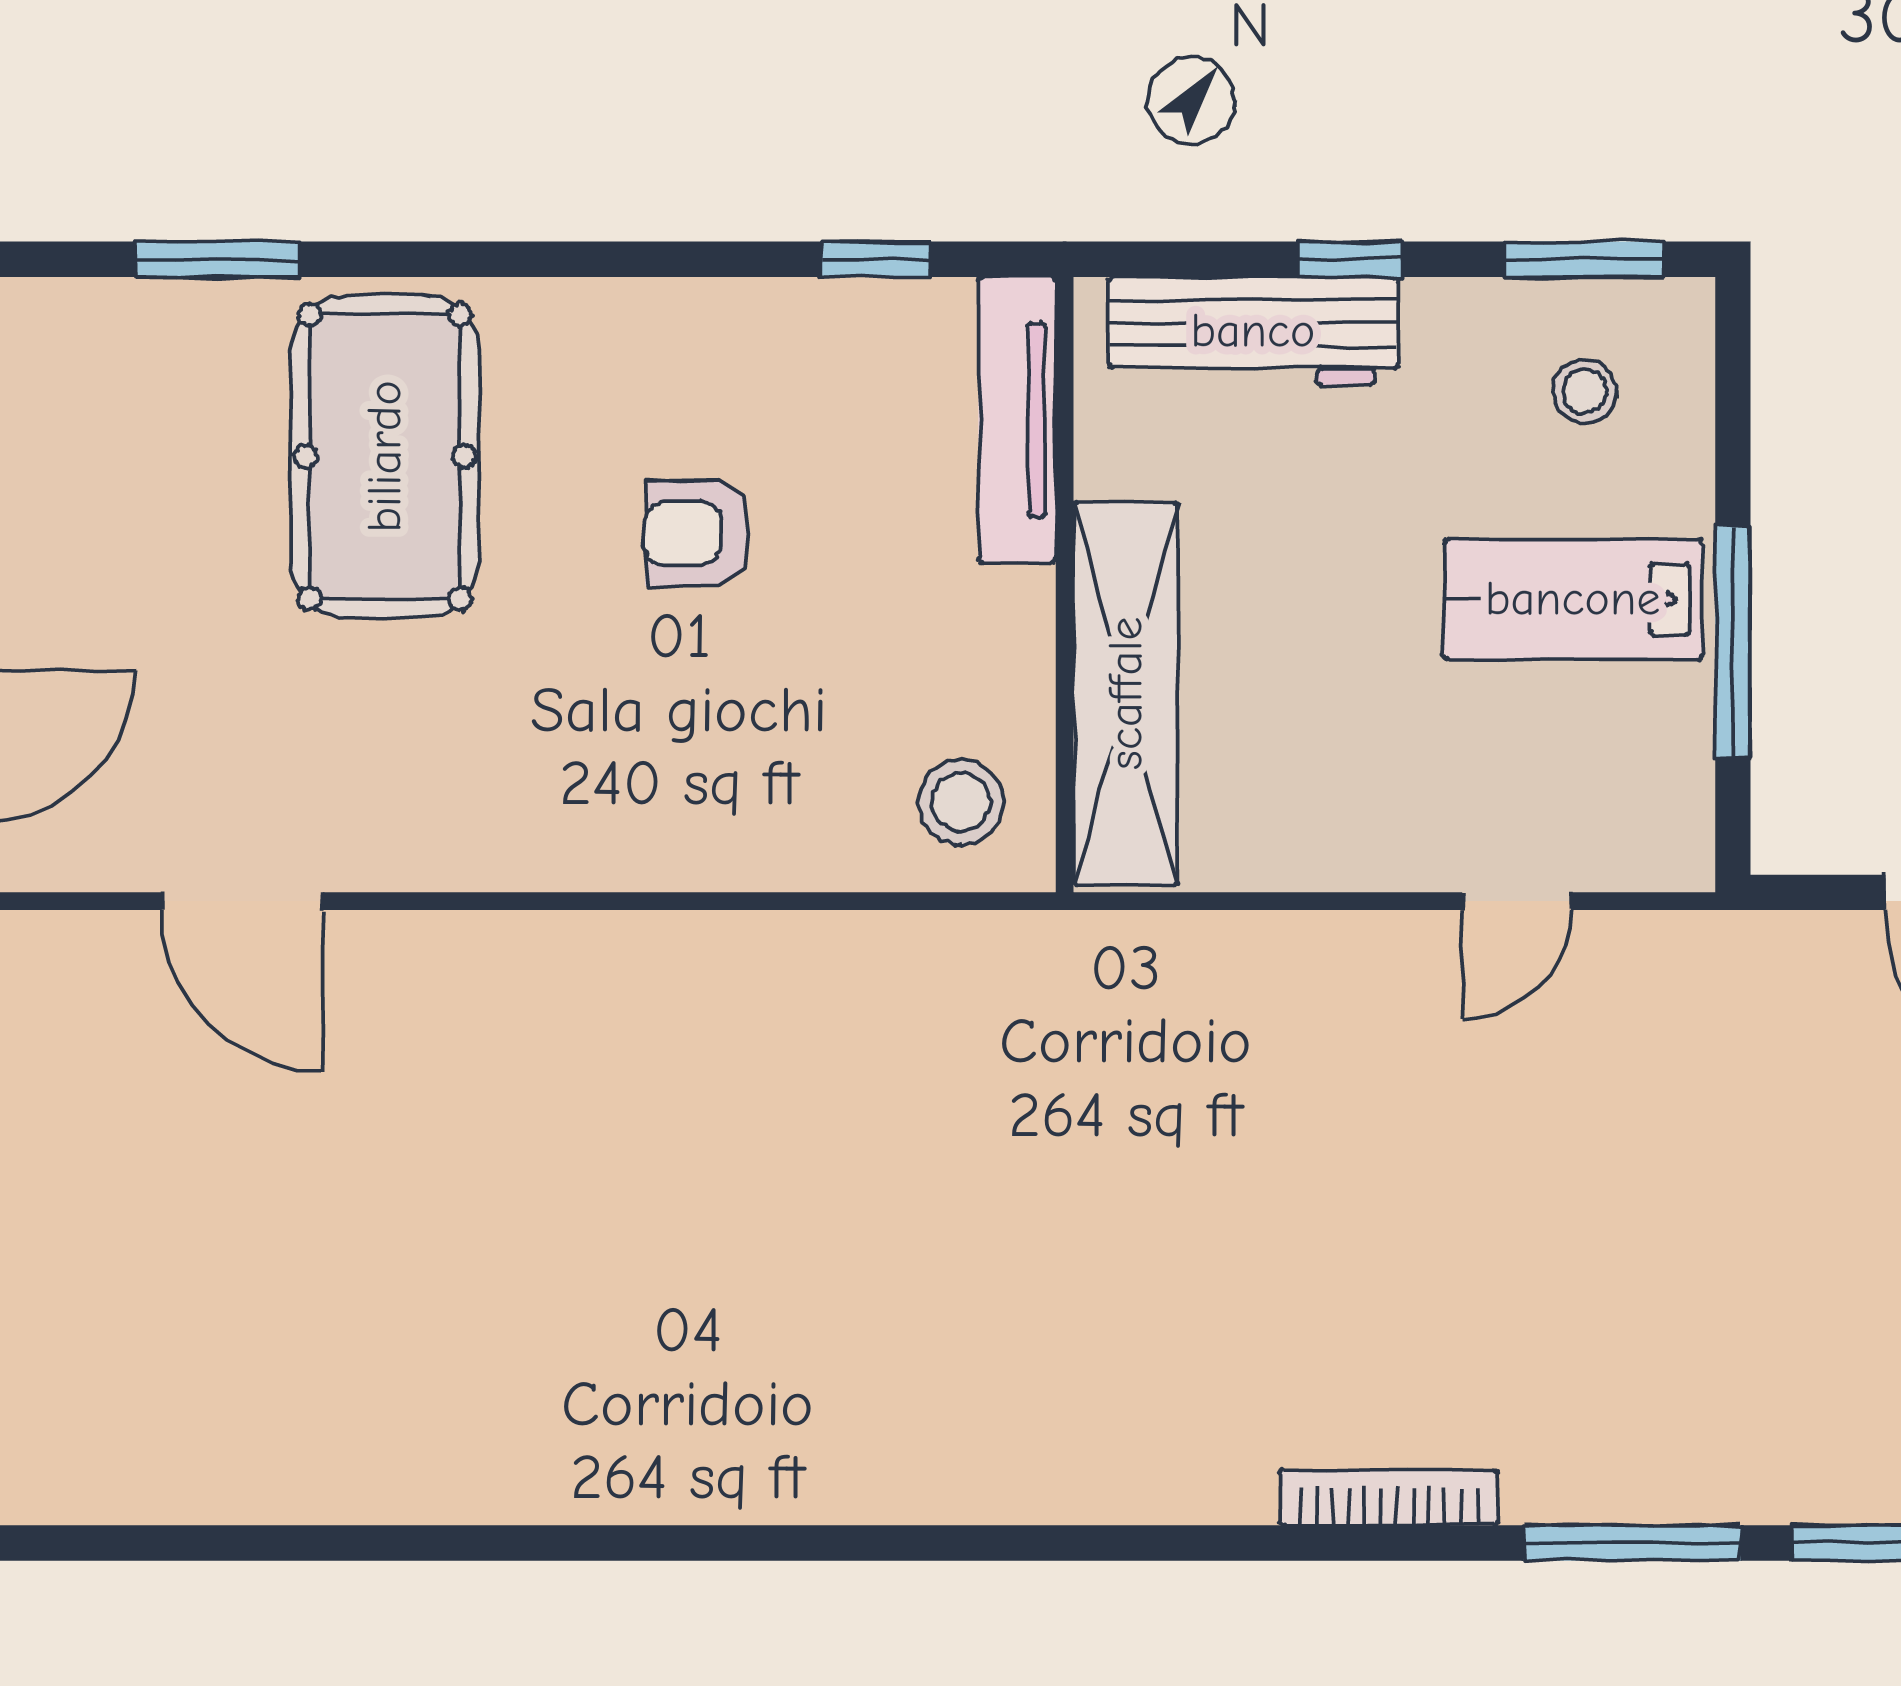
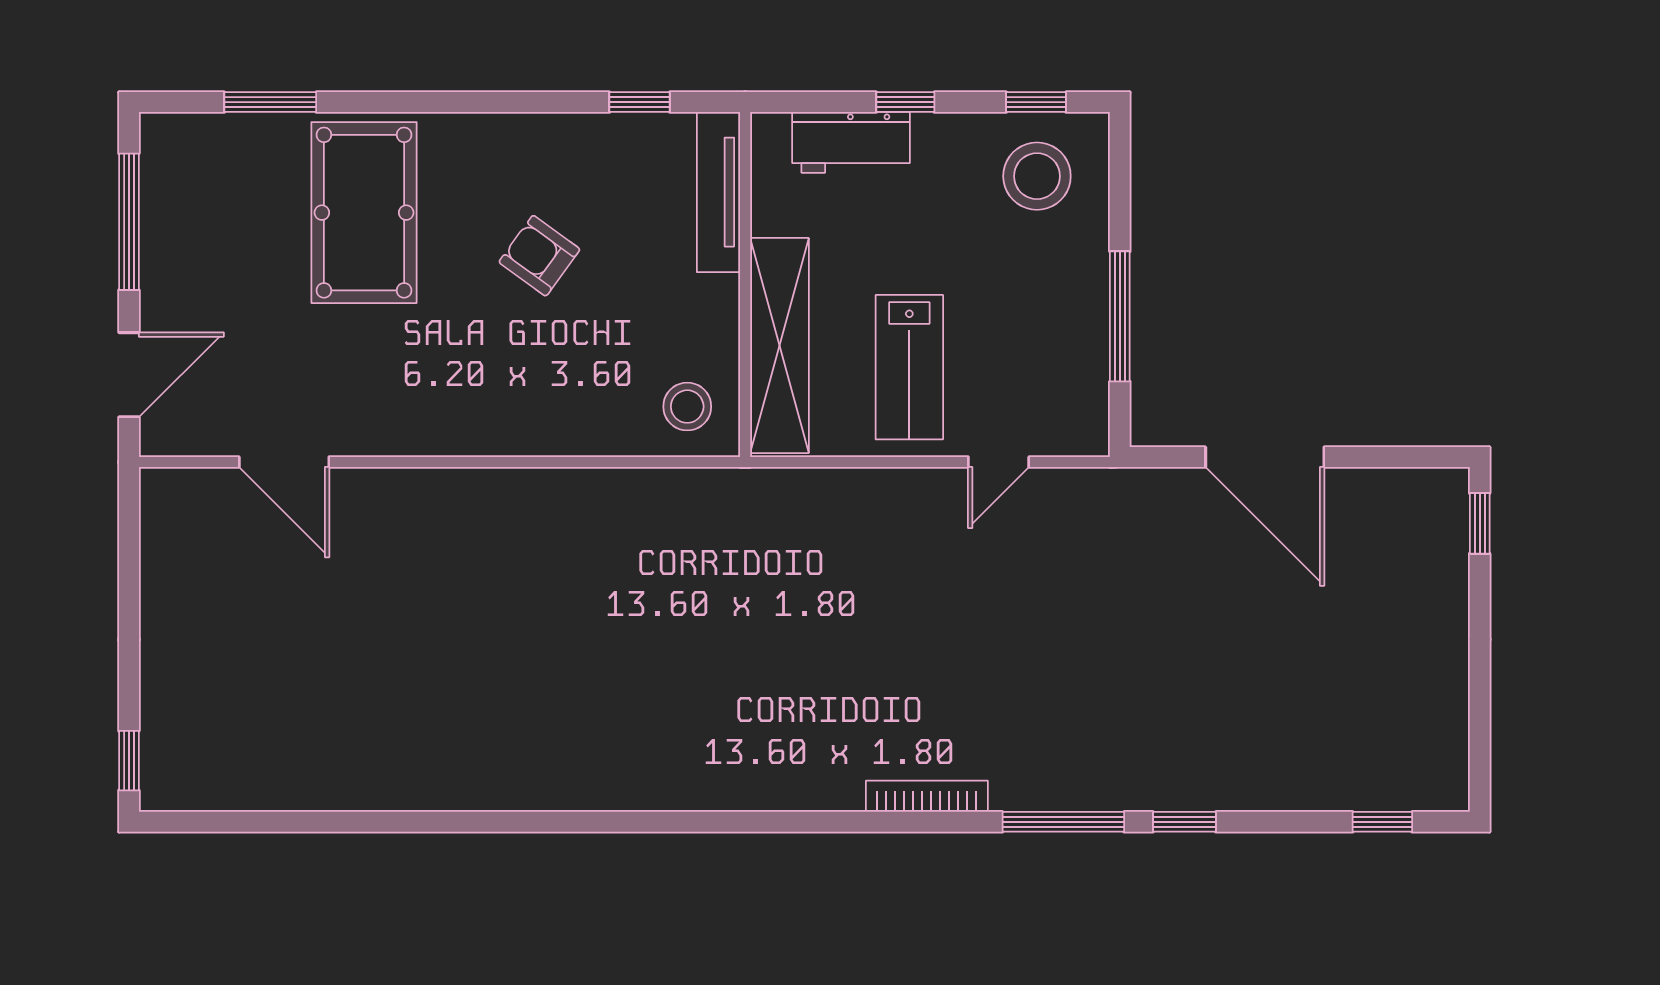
window: (1583, 259) -> (1036, 102), width x0.67
workbench: (1253, 331) -> (851, 142), width x0.73
stool: (1585, 391) -> (1037, 176), width x1.89, depth x1.89
armchair: (698, 533) -> (539, 256), turned 36
lab bench: (1573, 599) -> (909, 367), moved, turned -90

